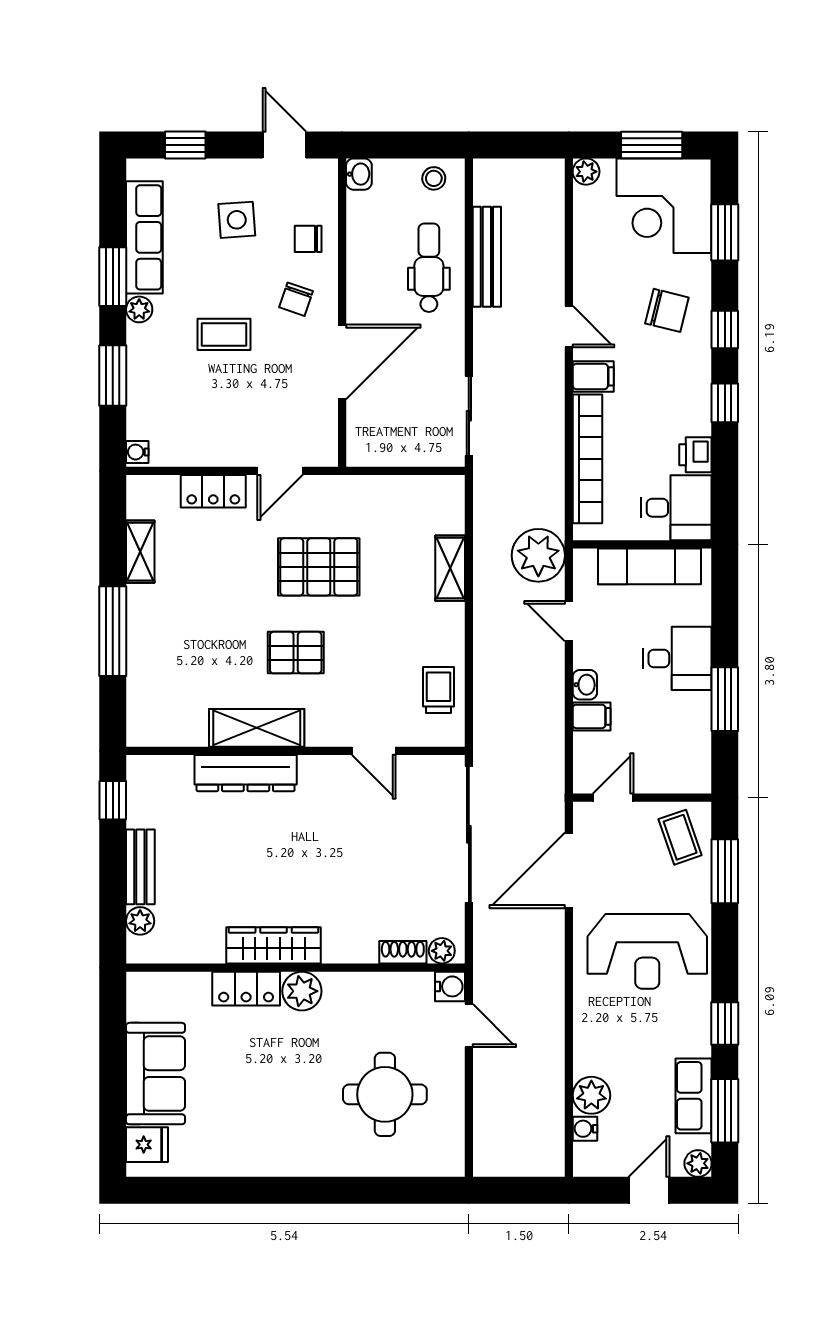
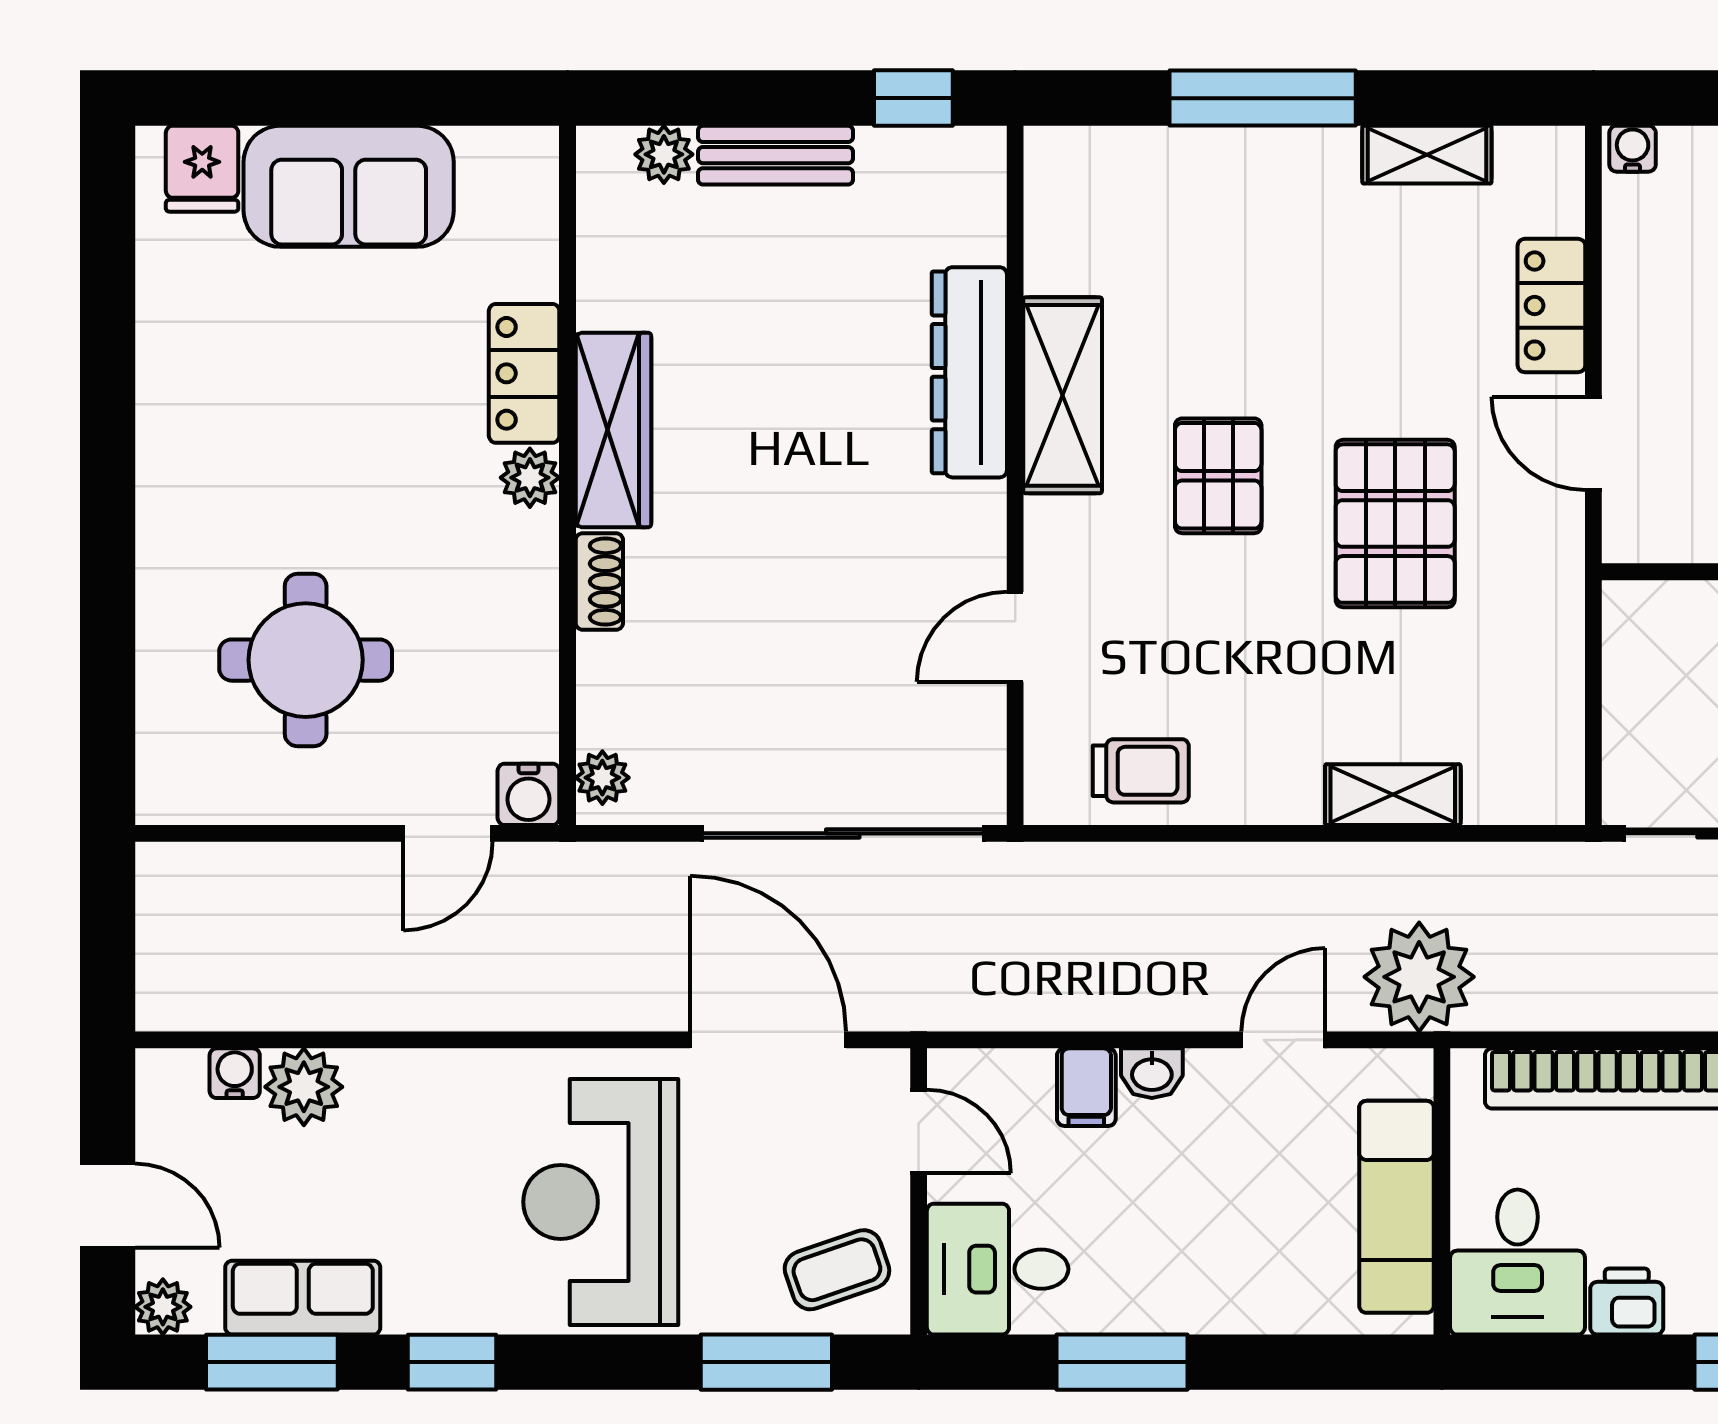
desk: (677, 658) -> (998, 1269), moved, turned 90
shoe rack: (403, 952) -> (599, 581), moved
plant: (302, 991) -> (530, 478), width x0.73, depth x0.73

